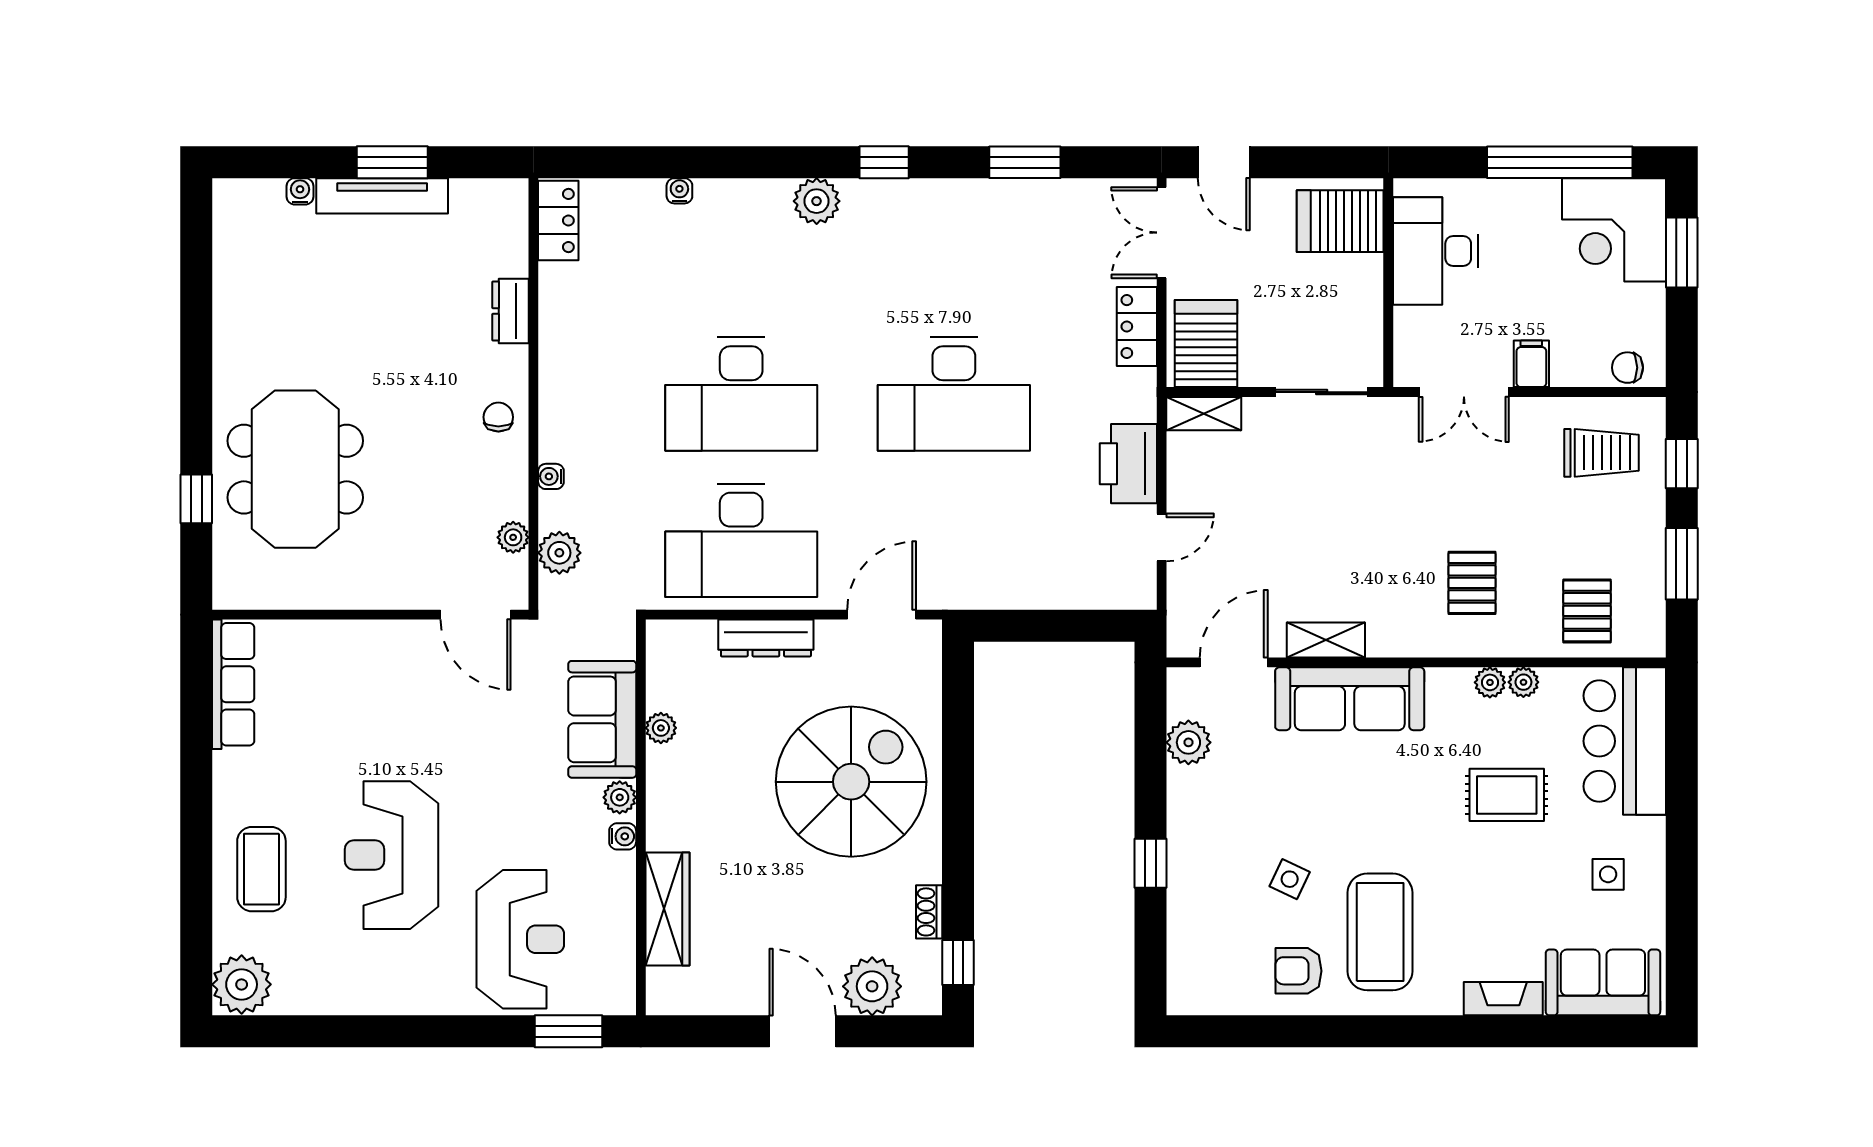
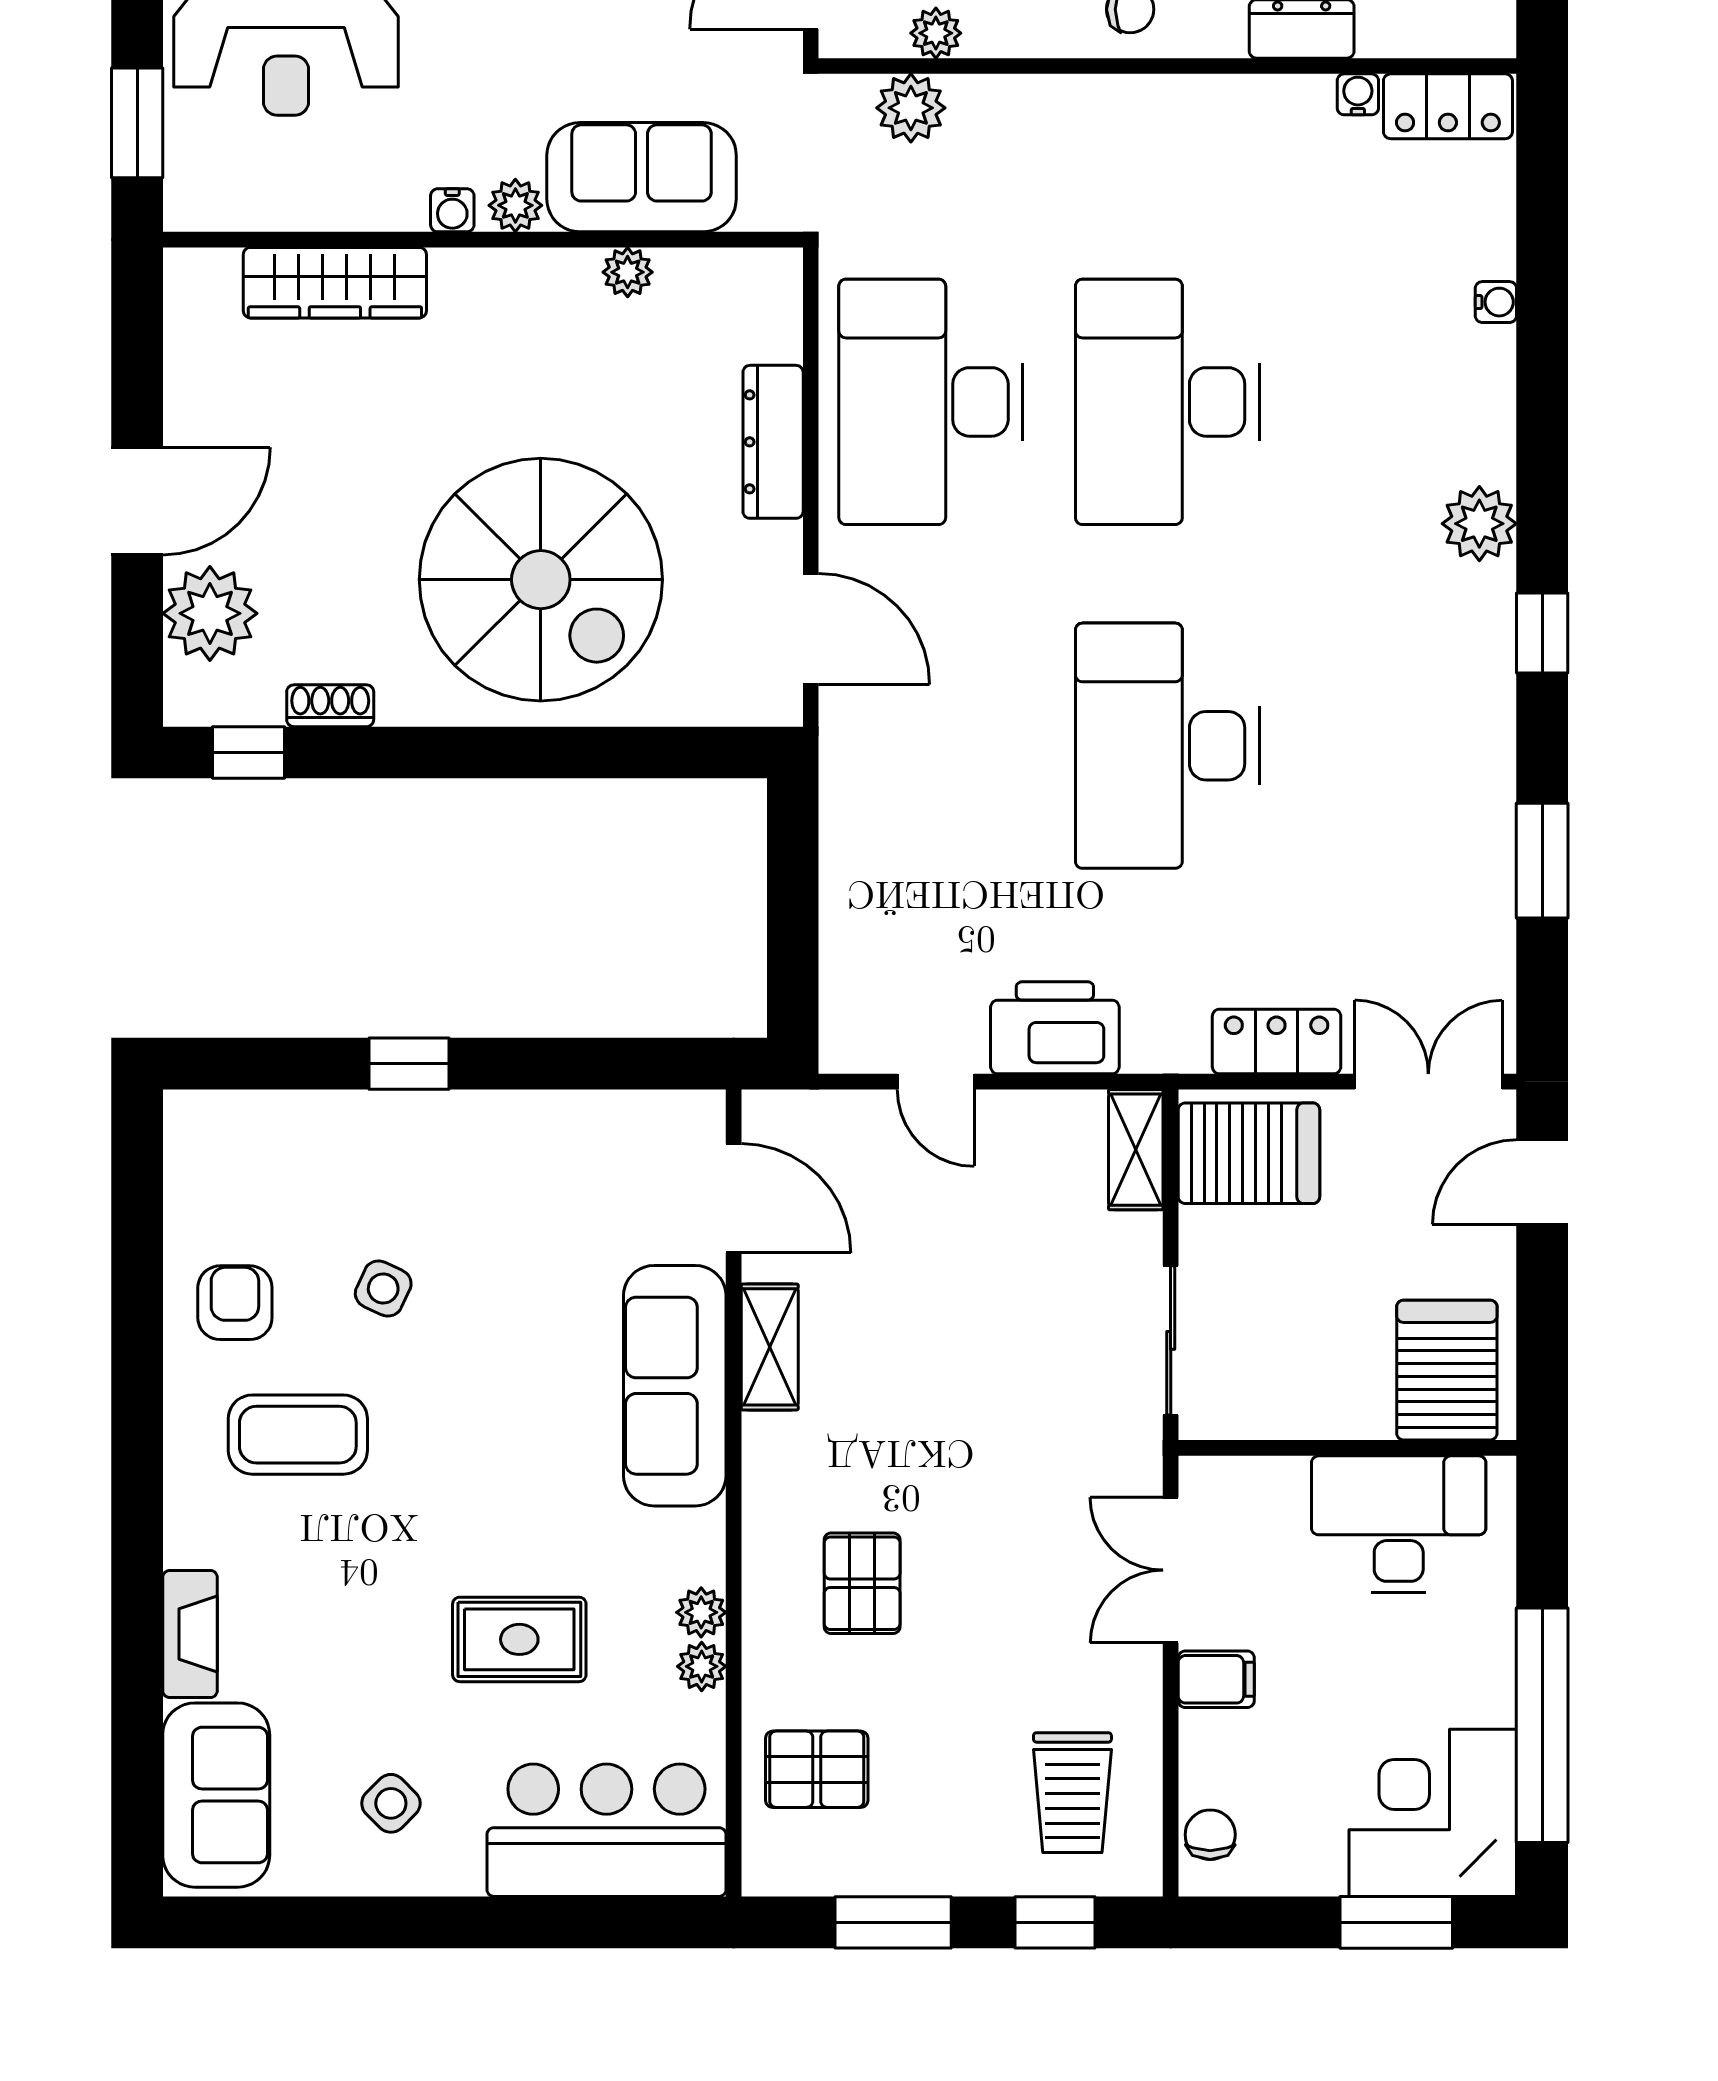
water cooler: (551, 476) -> (1358, 94), moved
pallet: (1472, 583) -> (862, 1583), turned 90
plant: (1188, 742) -> (604, 1125), removed
rug: (1507, 795) -> (519, 1639), turned 90
side table: (1608, 874) -> (391, 1803), turned 45
coffee table: (1380, 932) -> (298, 1435), width x0.73, depth x0.76

